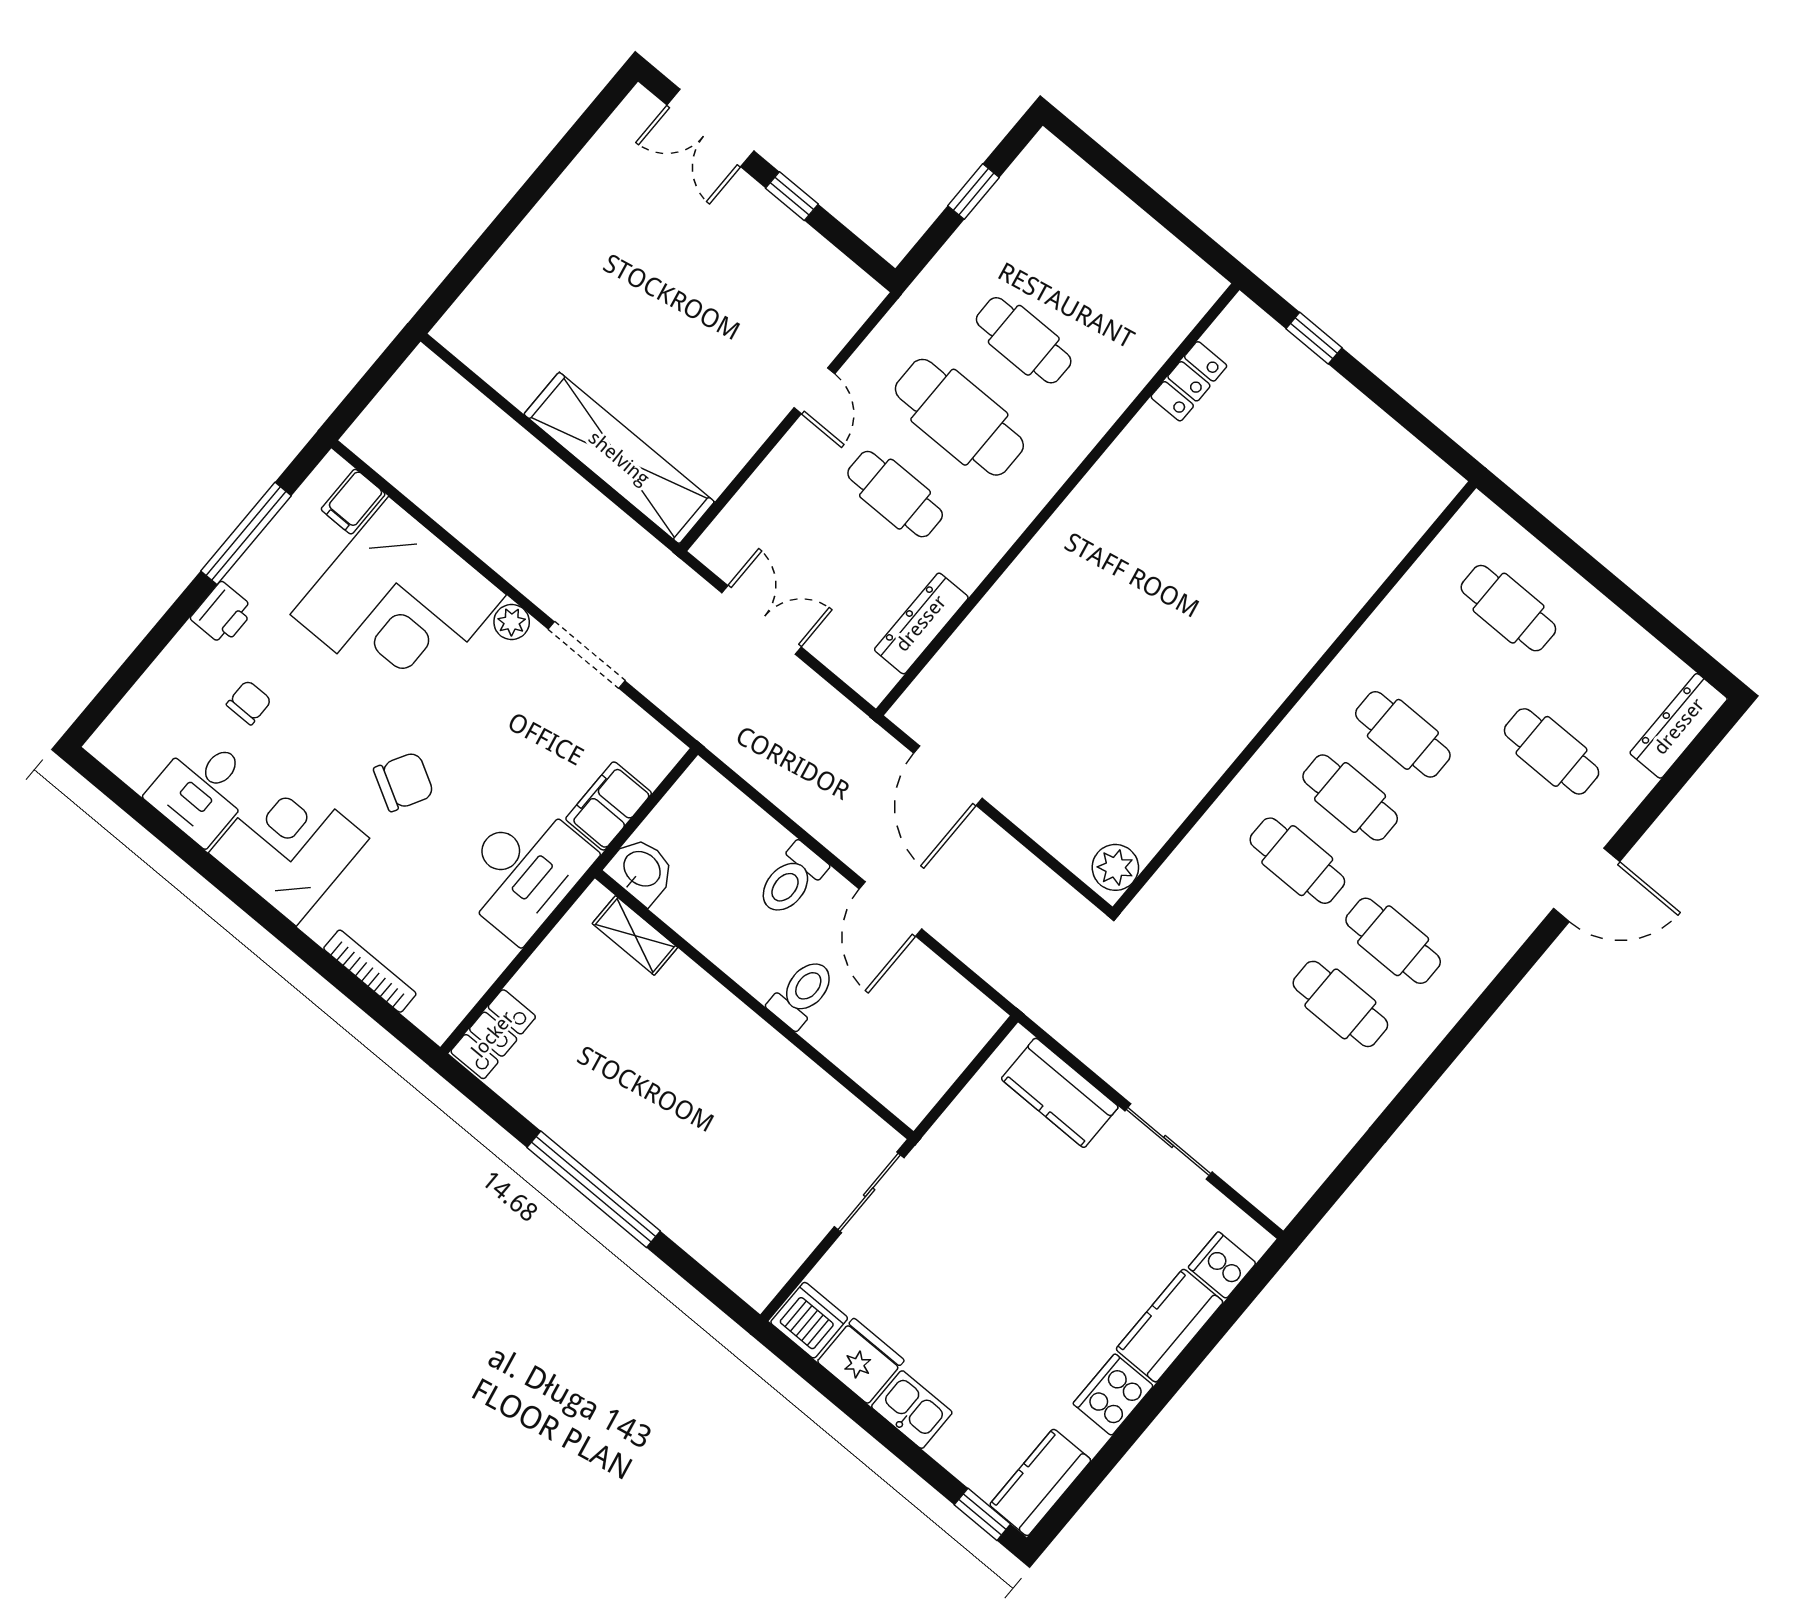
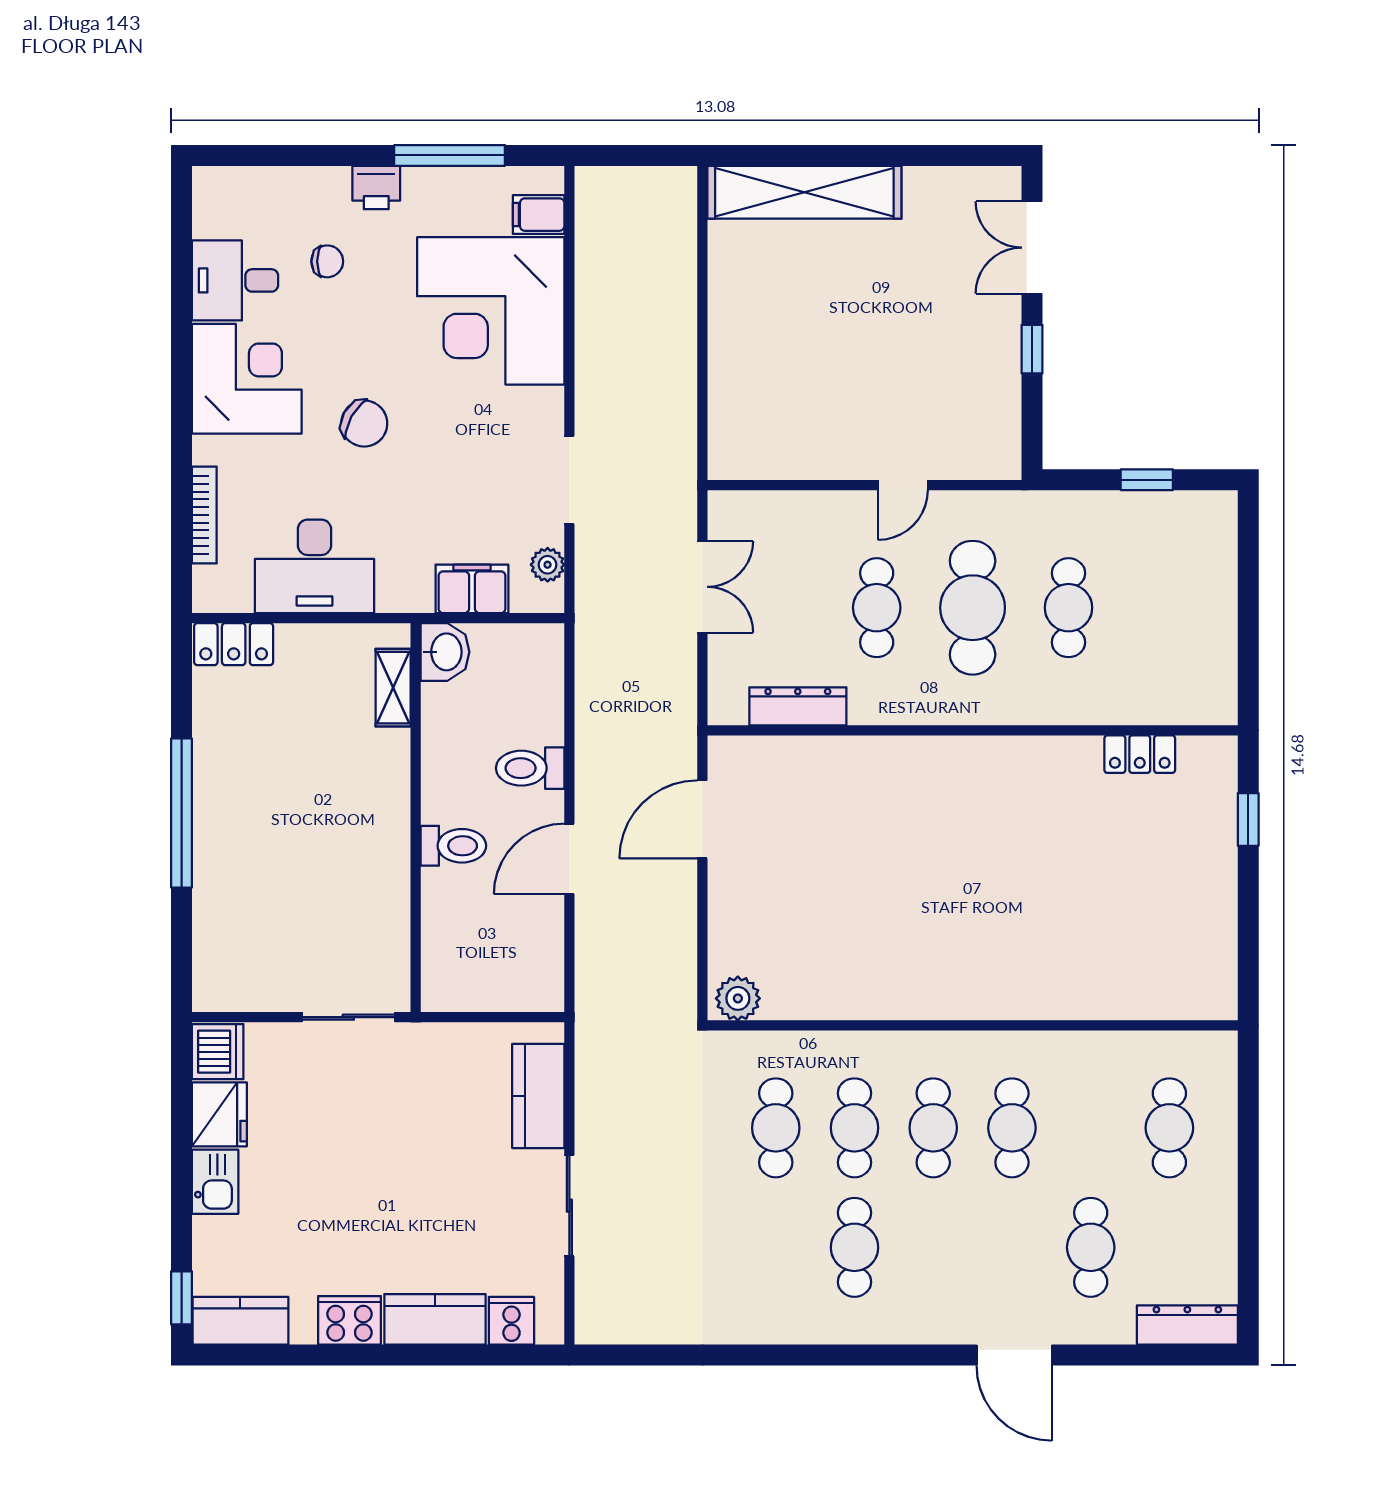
shelving: (619, 458) -> (804, 192), moved, turned 90
plant: (512, 622) -> (548, 565), moved
desk: (524, 870) -> (314, 566), moved
cafe table: (1340, 1004) -> (776, 1128), moved

